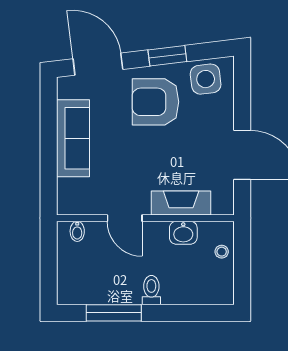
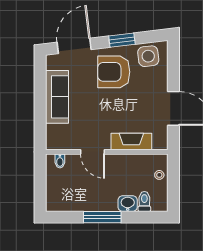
door: (98, 64) -> (74, 46), hinge flipped
washbasin: (183, 233) -> (128, 204), moved, turned 180
toilet: (151, 290) -> (144, 201), moved
window: (114, 313) -> (102, 217), moved

